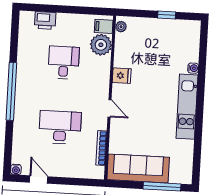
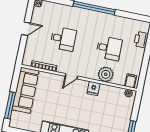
plant: (101, 45) -> (106, 74), moved
desk: (60, 127) -> (63, 39), width x0.73
door: (39, 180) -> (26, 29), moved

